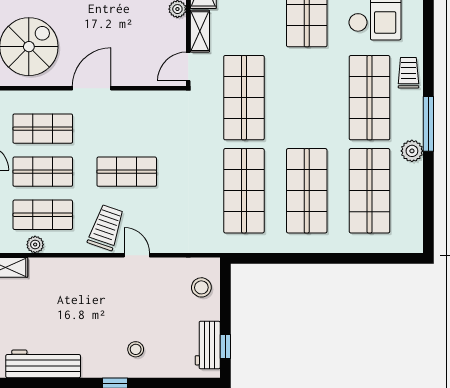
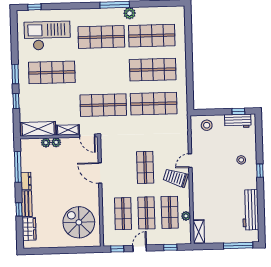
trolley: (408, 73) -> (87, 16), removed
door: (92, 88) -> (100, 173), moved

